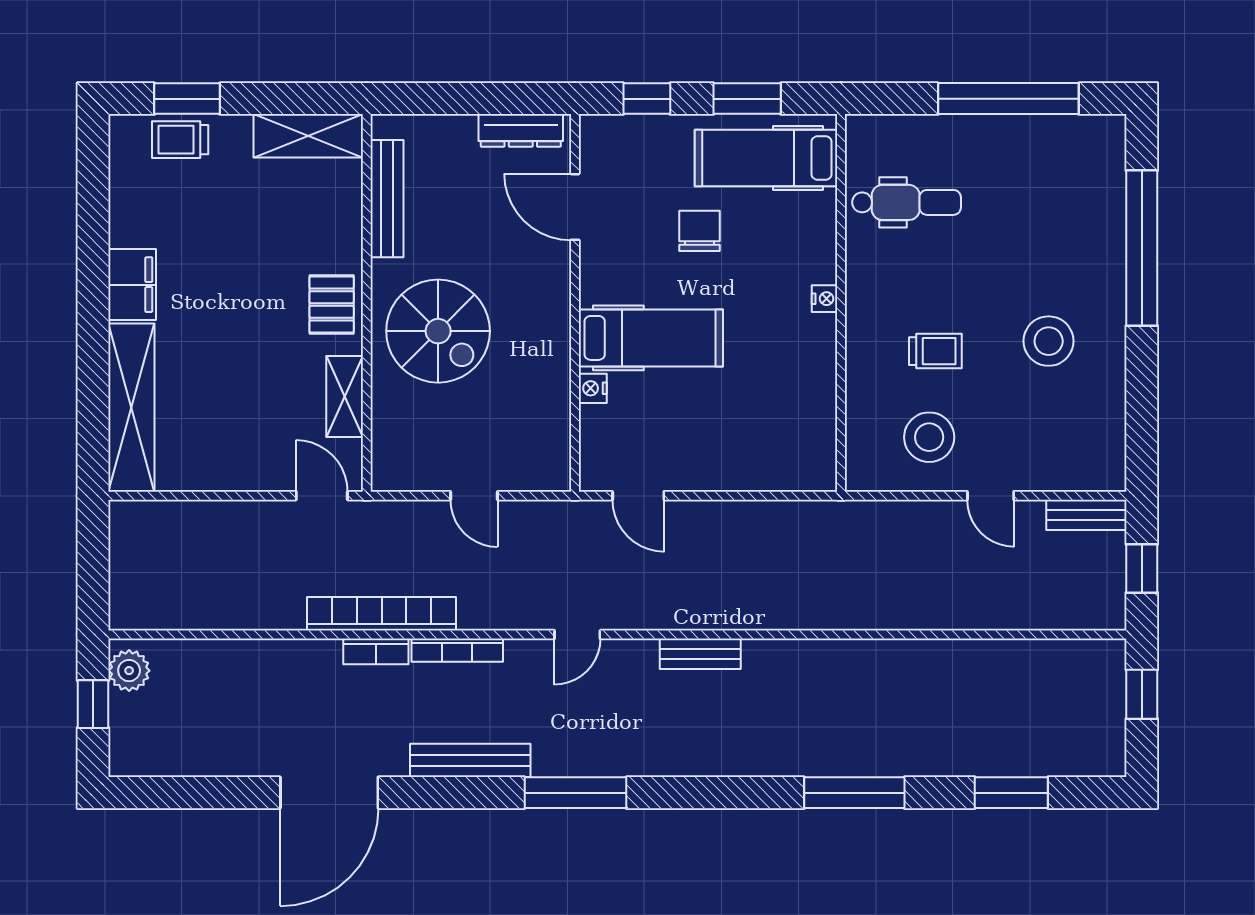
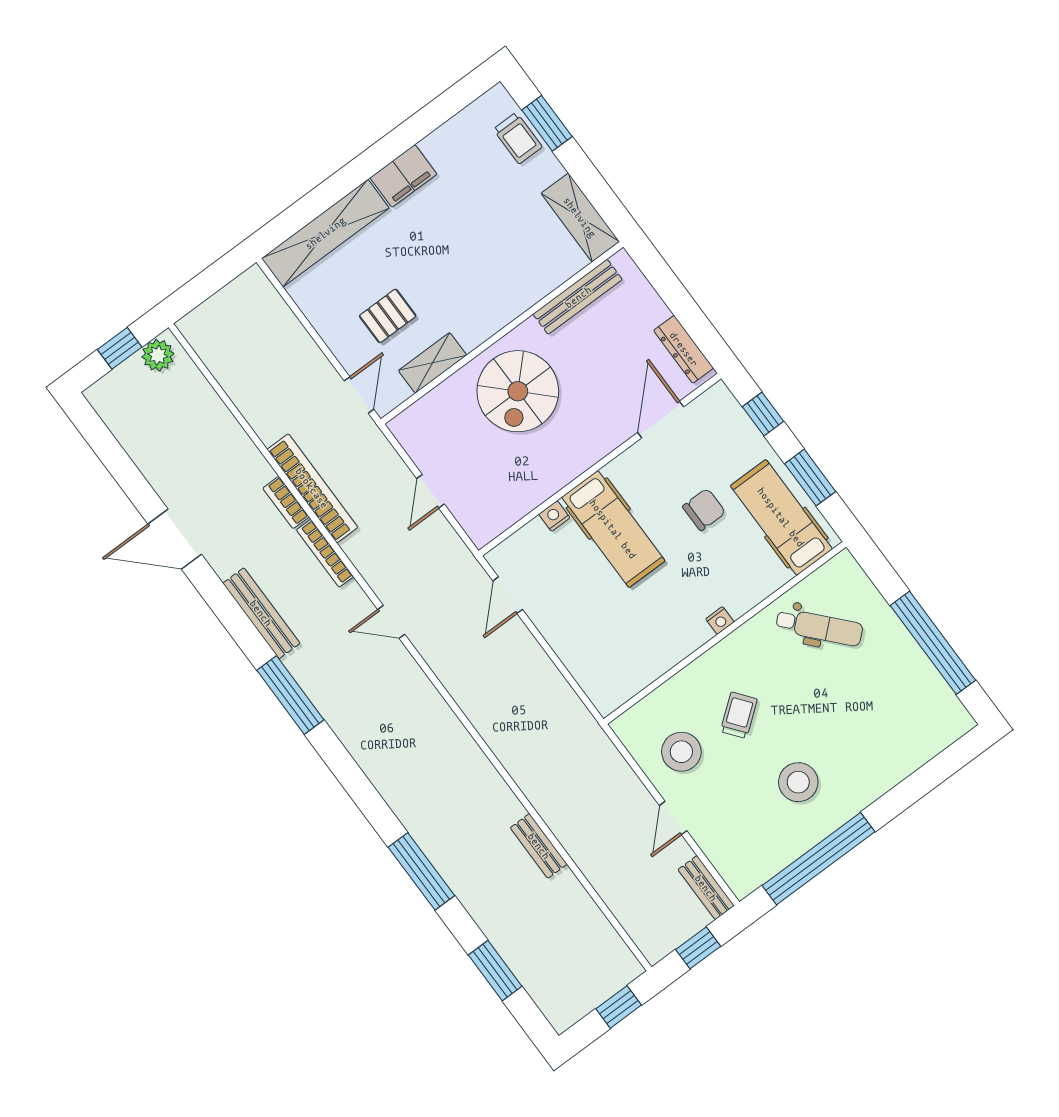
trolley: (180, 140) -> (518, 138), turned 180
dental chair: (907, 202) -> (819, 627), turned -42
window: (1142, 248) -> (819, 859), moved
pallet: (332, 305) -> (388, 316), moved
trolley: (935, 351) -> (739, 715), turned -128
bench: (700, 654) -> (539, 846), moved
door: (329, 793) -> (175, 539), width x0.73

